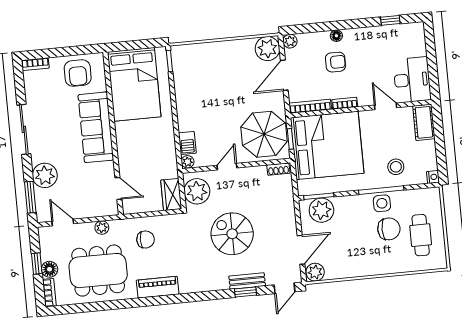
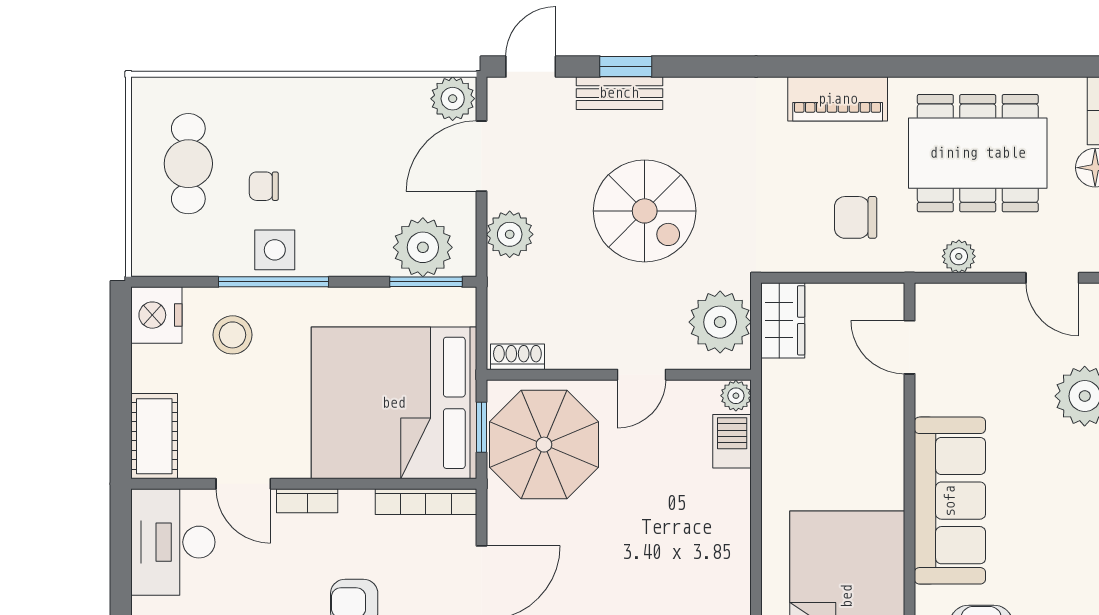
bookcase: (345, 103) -> (307, 501), moved
nightstand: (433, 177) -> (156, 315), width x1.89, depth x1.79
plant: (286, 219) -> (510, 234), added
chair: (389, 229) -> (264, 186), width x0.54, depth x0.54

